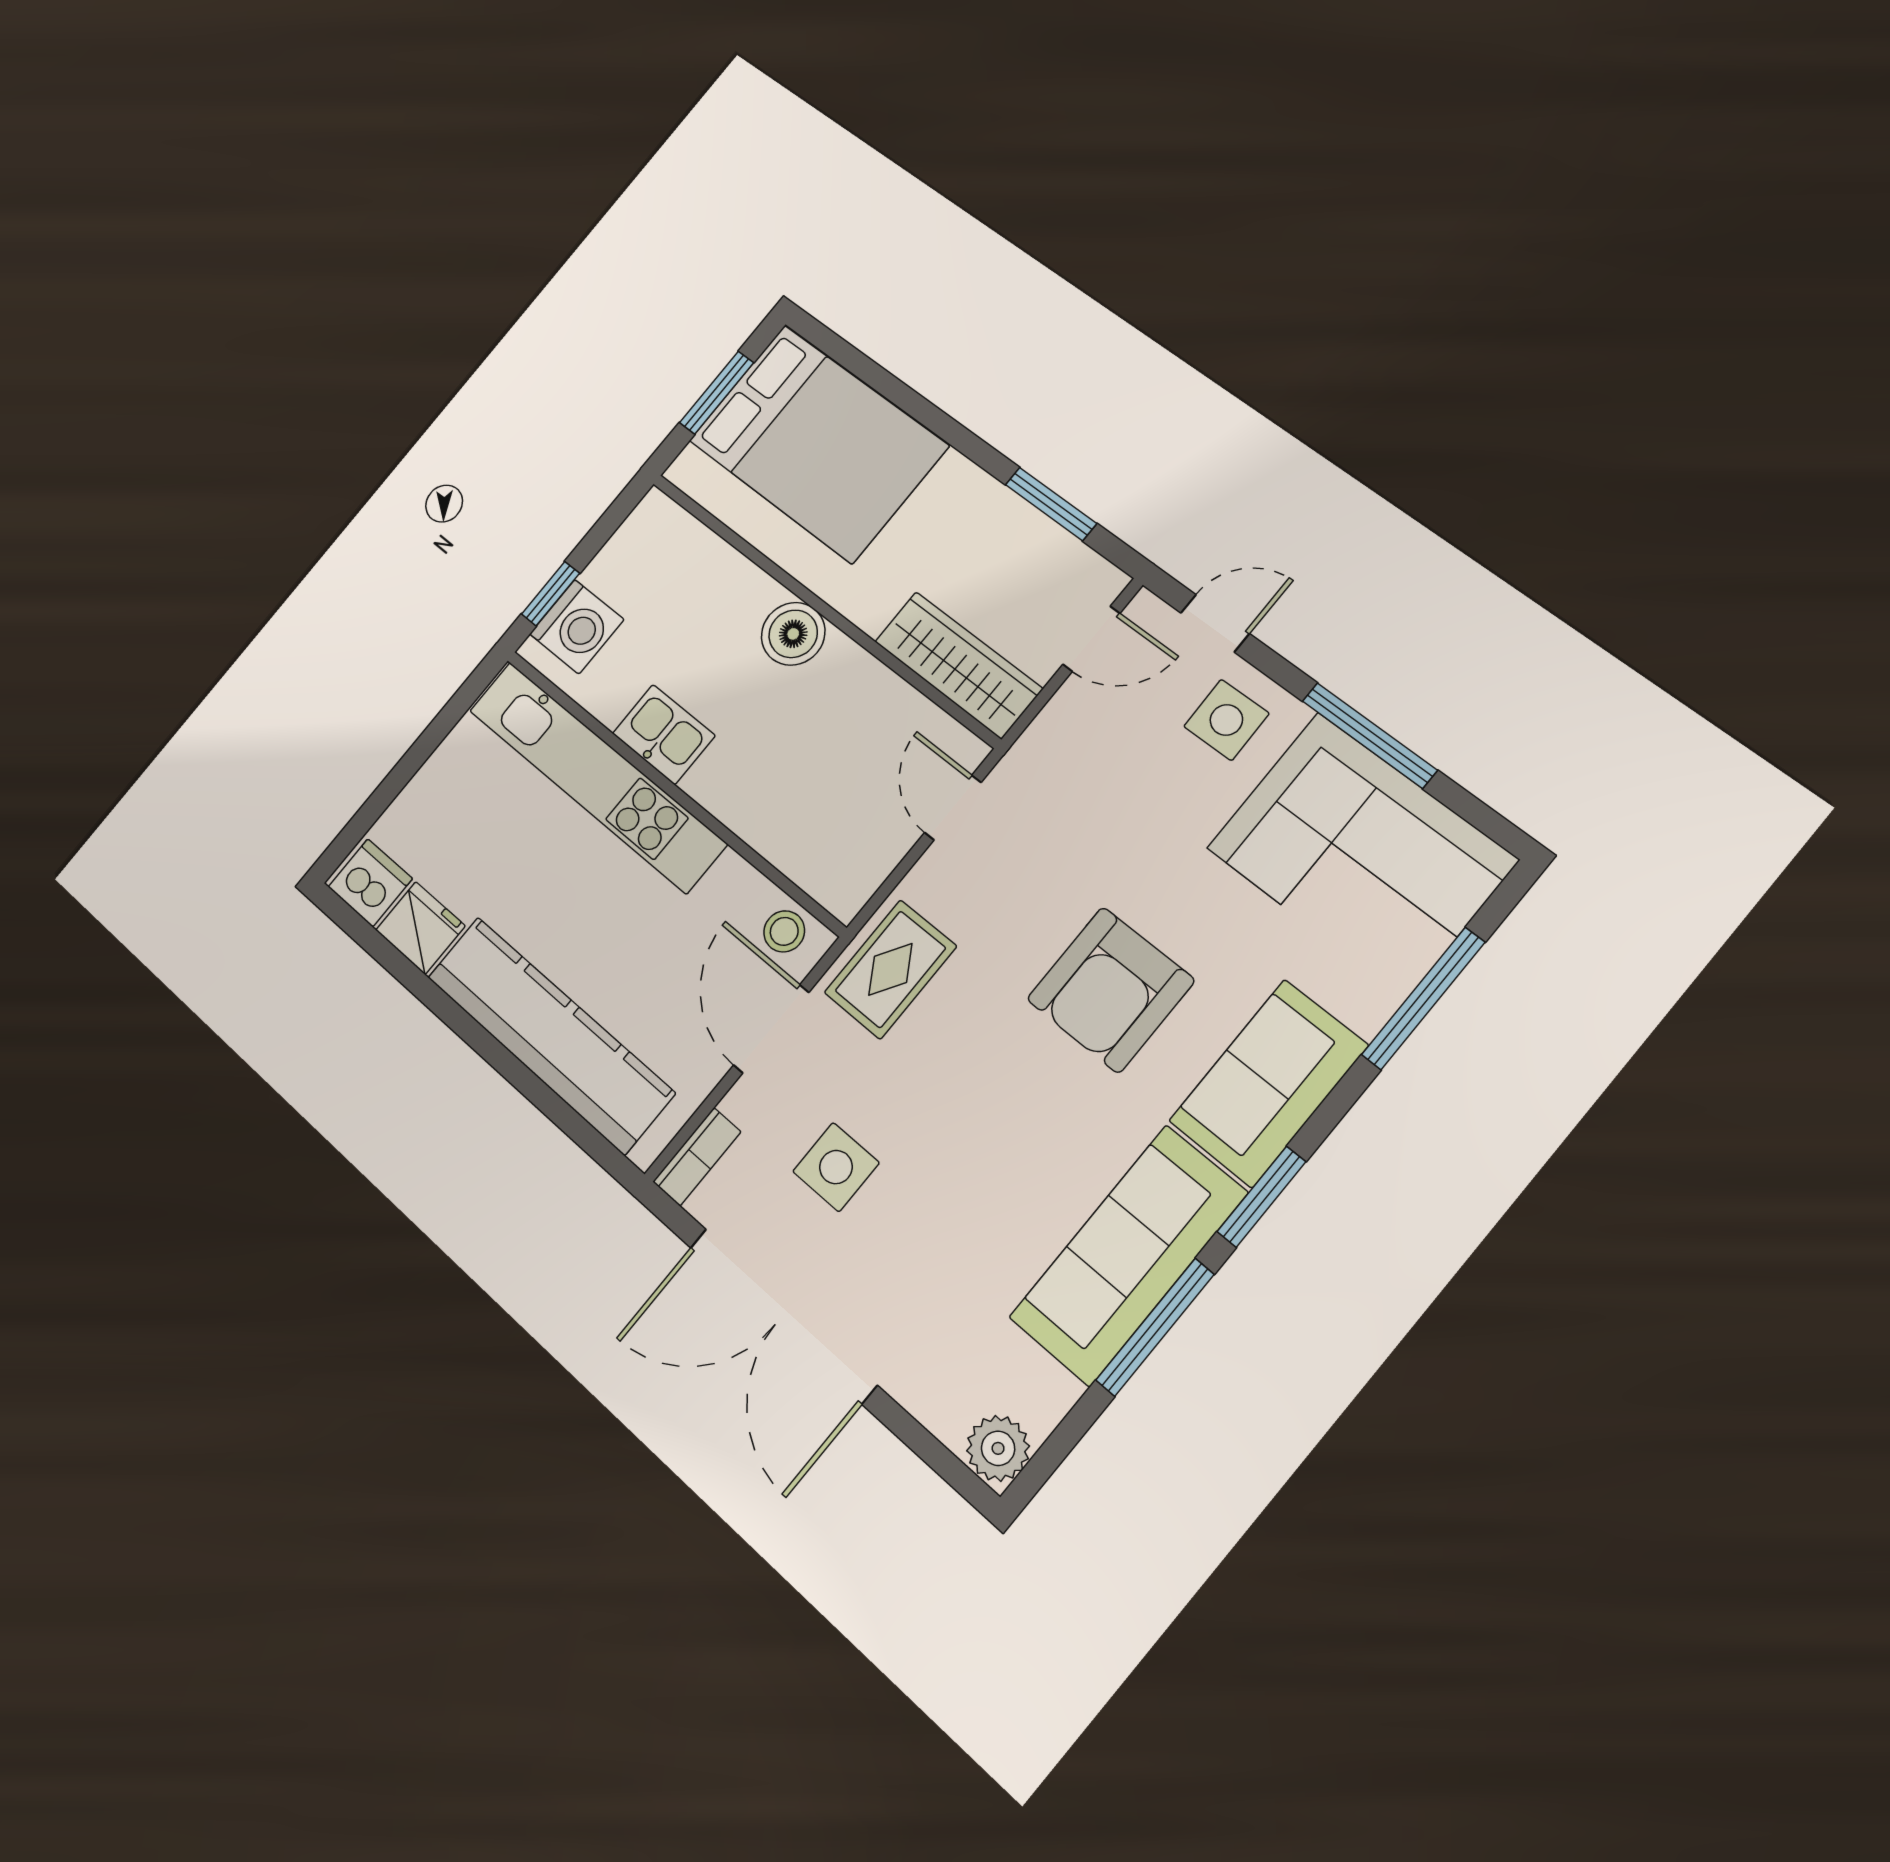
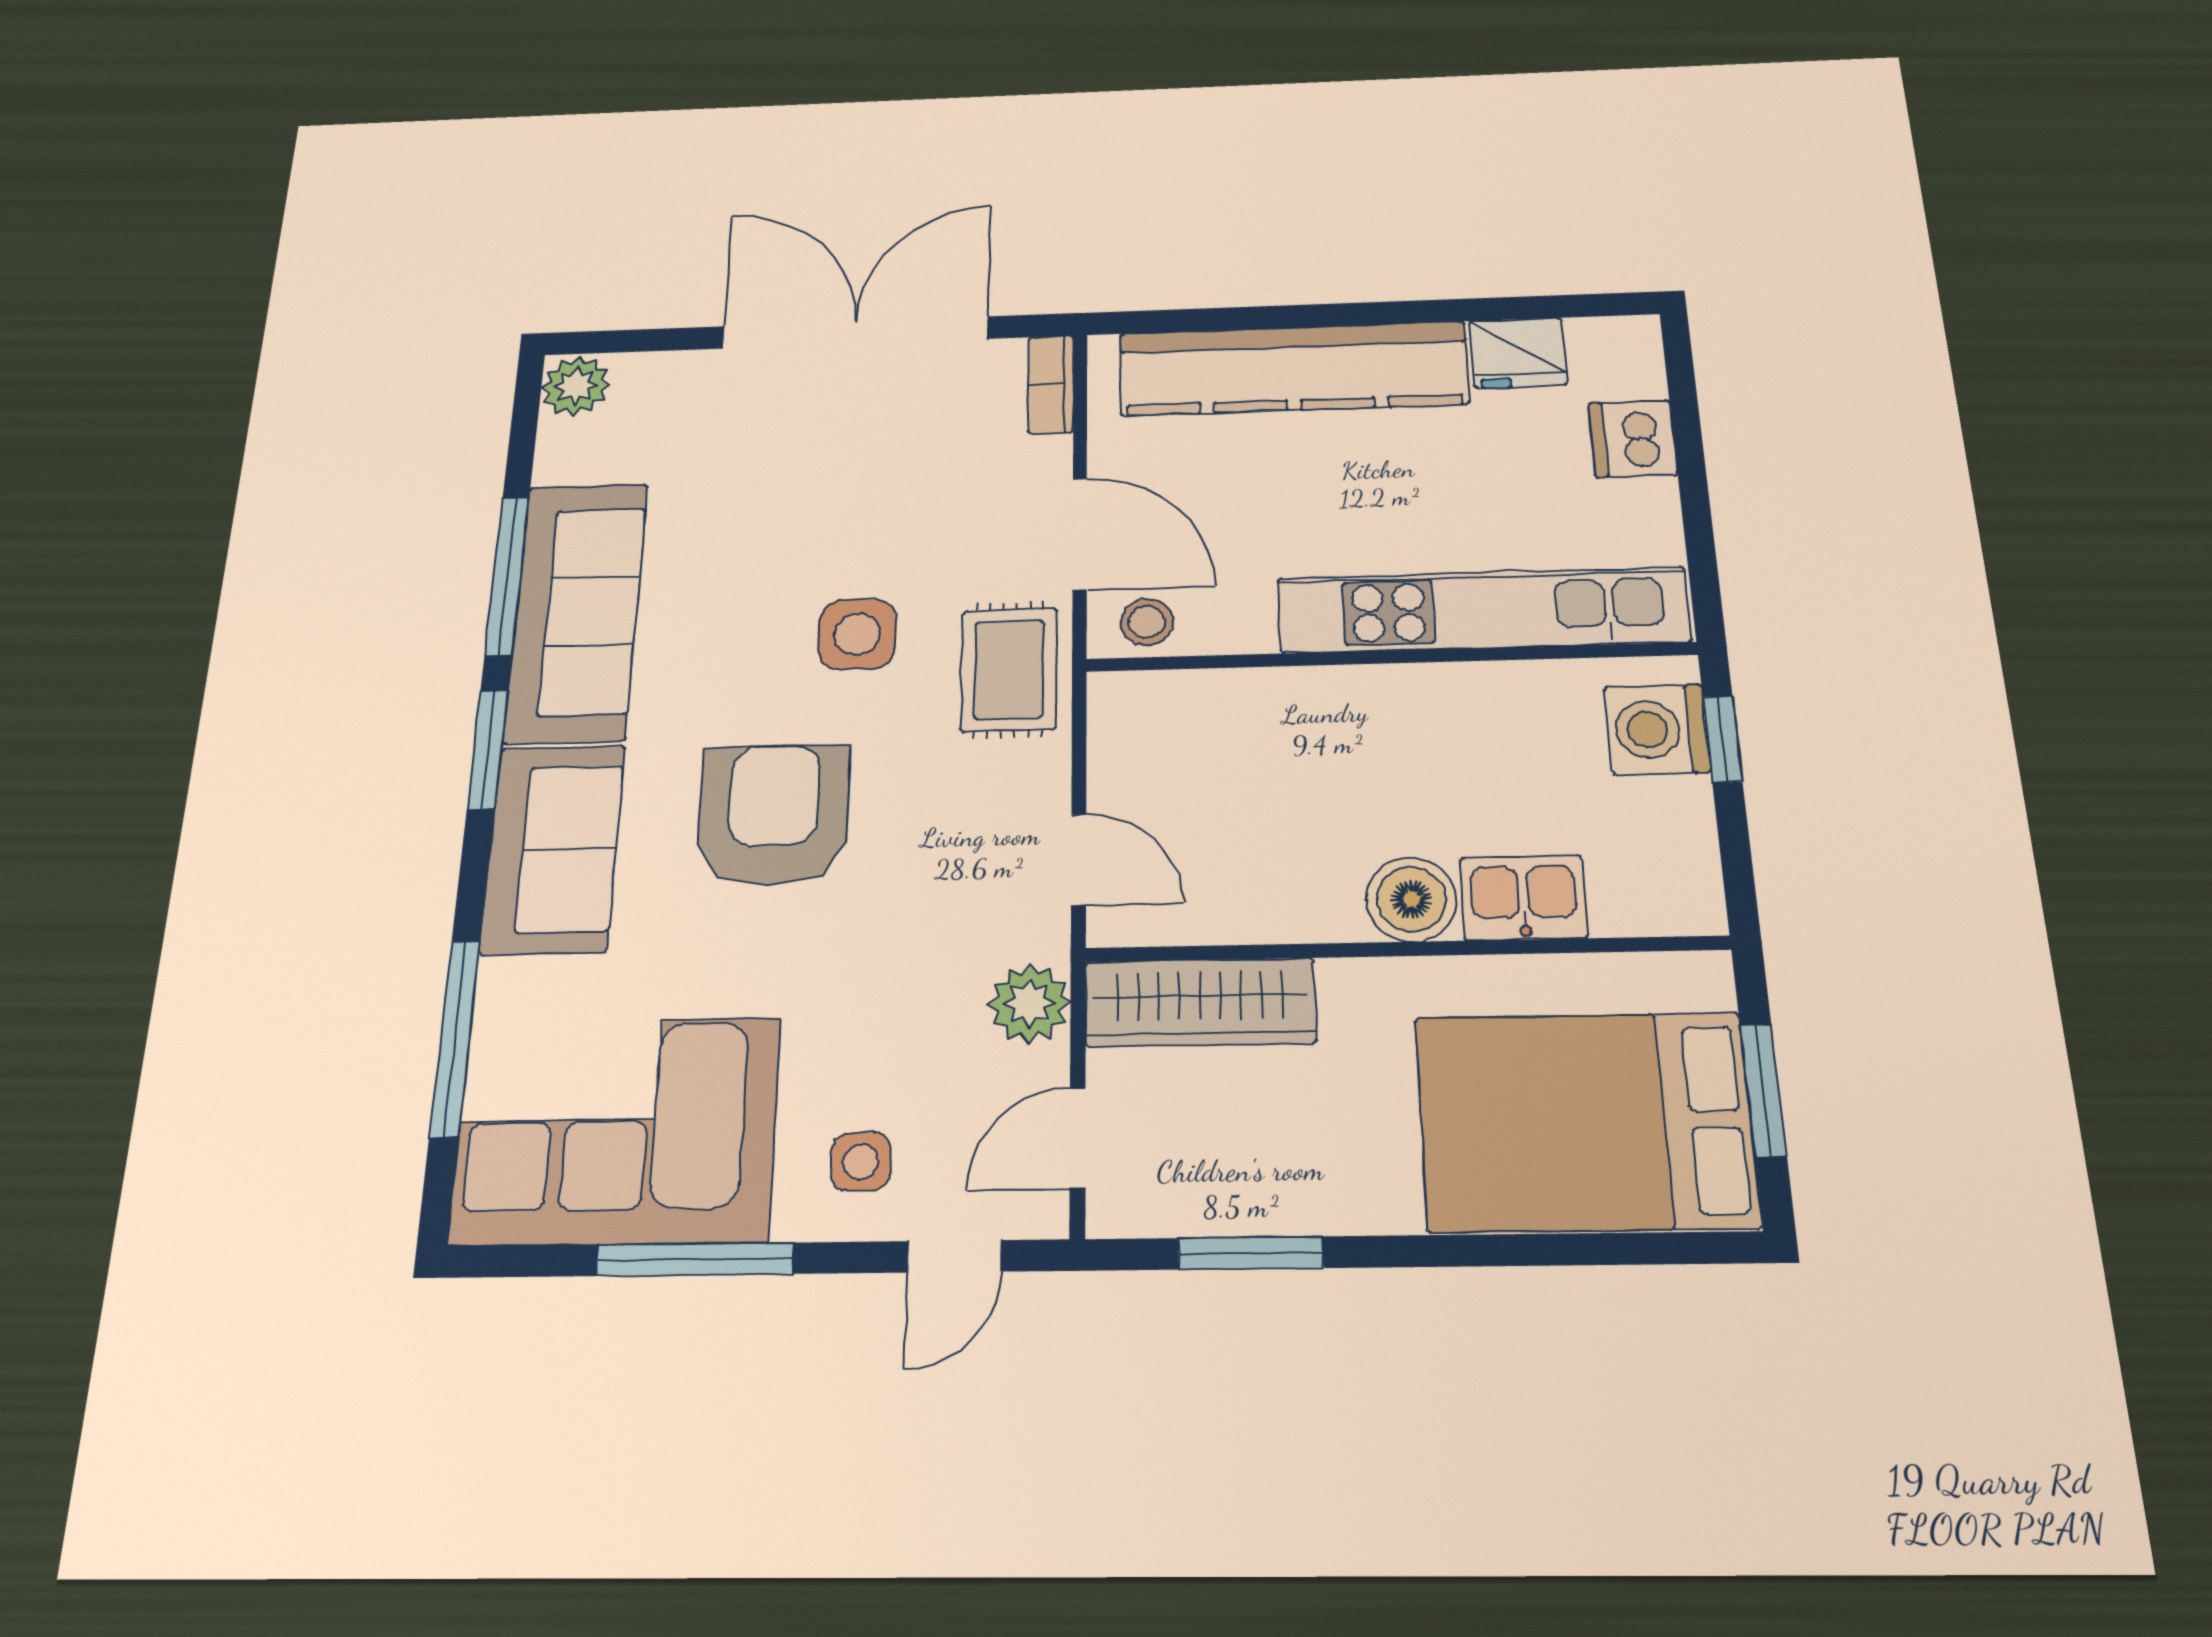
side table: (1226, 720) -> (861, 1162), width x0.73, depth x0.73
kitchen sink: (664, 735) -> (1523, 898), moved, turned 180
plant: (1054, 740) -> (1029, 1003), added
dishwasher: (370, 883) -> (1633, 439), moved, turned 90
side table: (836, 1167) -> (857, 634), moved

